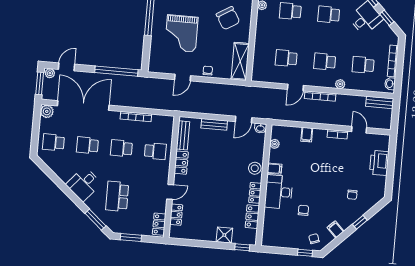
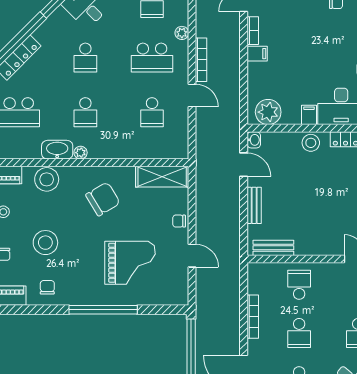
school desk: (325, 62) -> (152, 58), width x1.85
filing cabinet: (307, 135) -> (257, 54), moved
plant: (275, 144) -> (268, 112), width x1.88, depth x1.88
locker: (181, 163) -> (312, 247), removed

